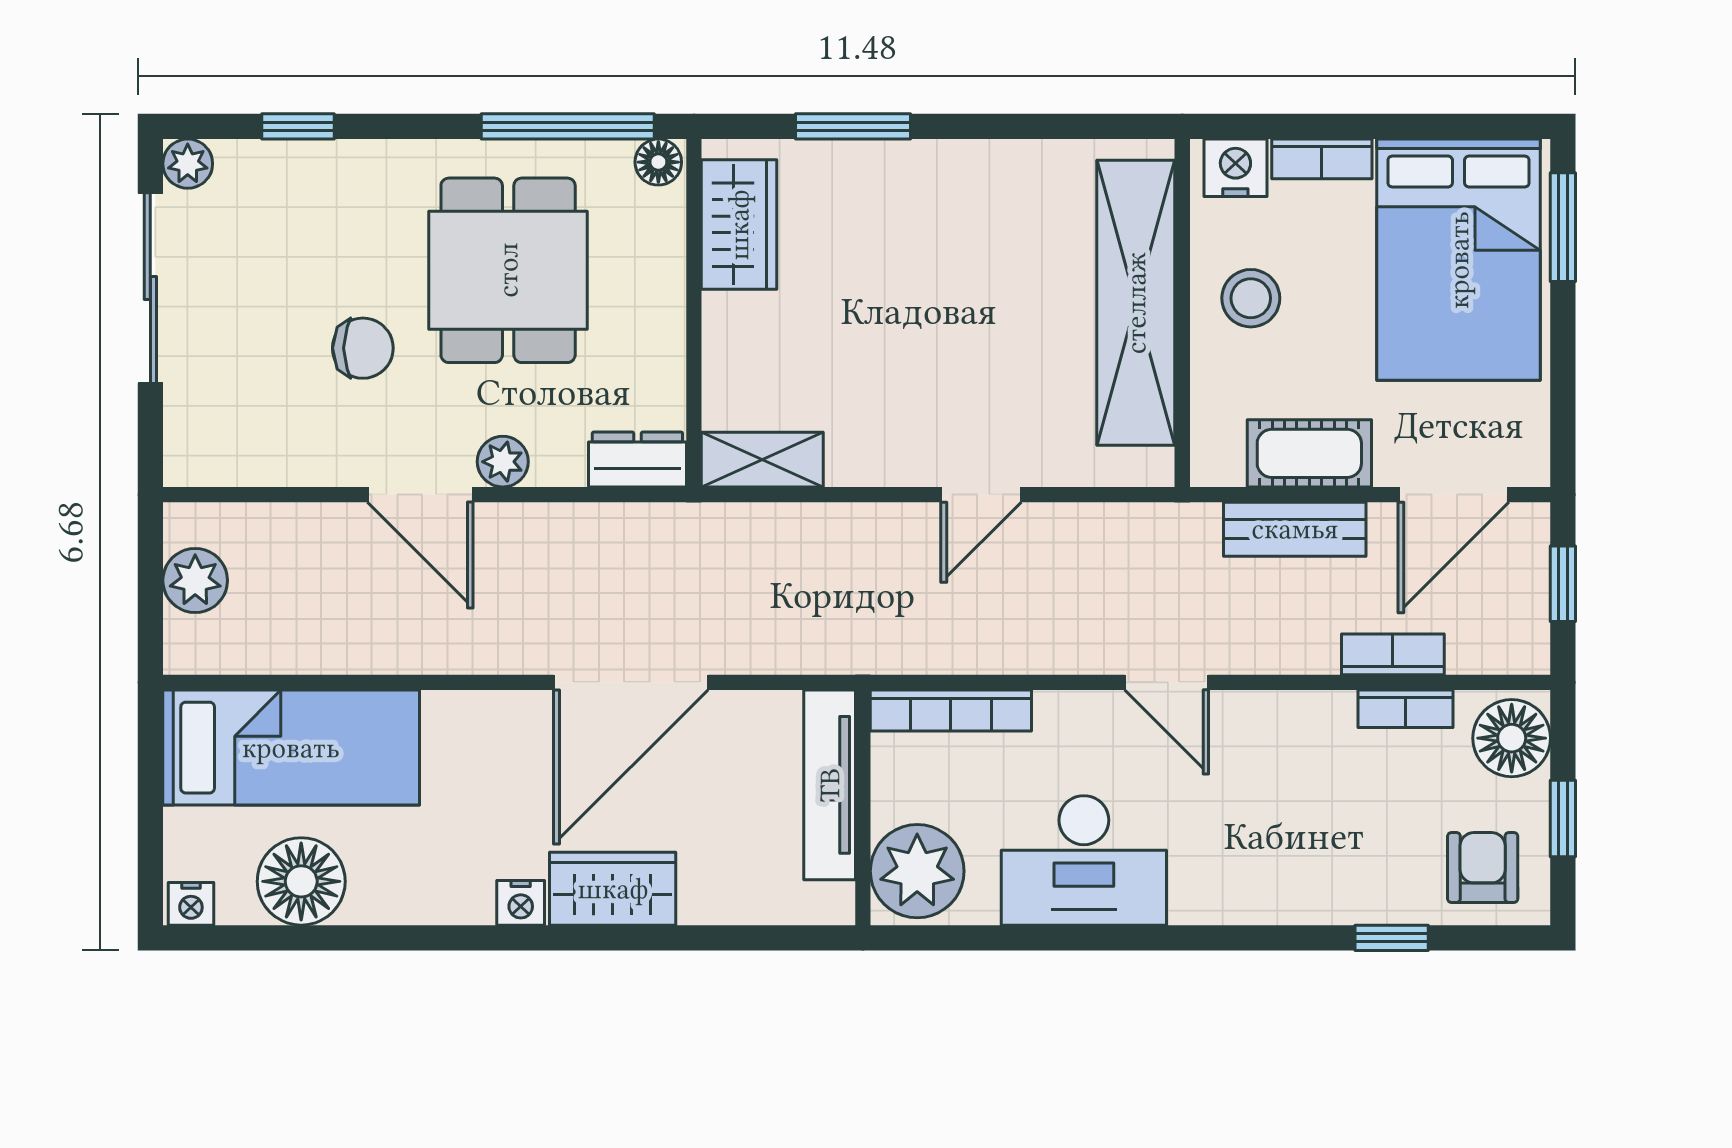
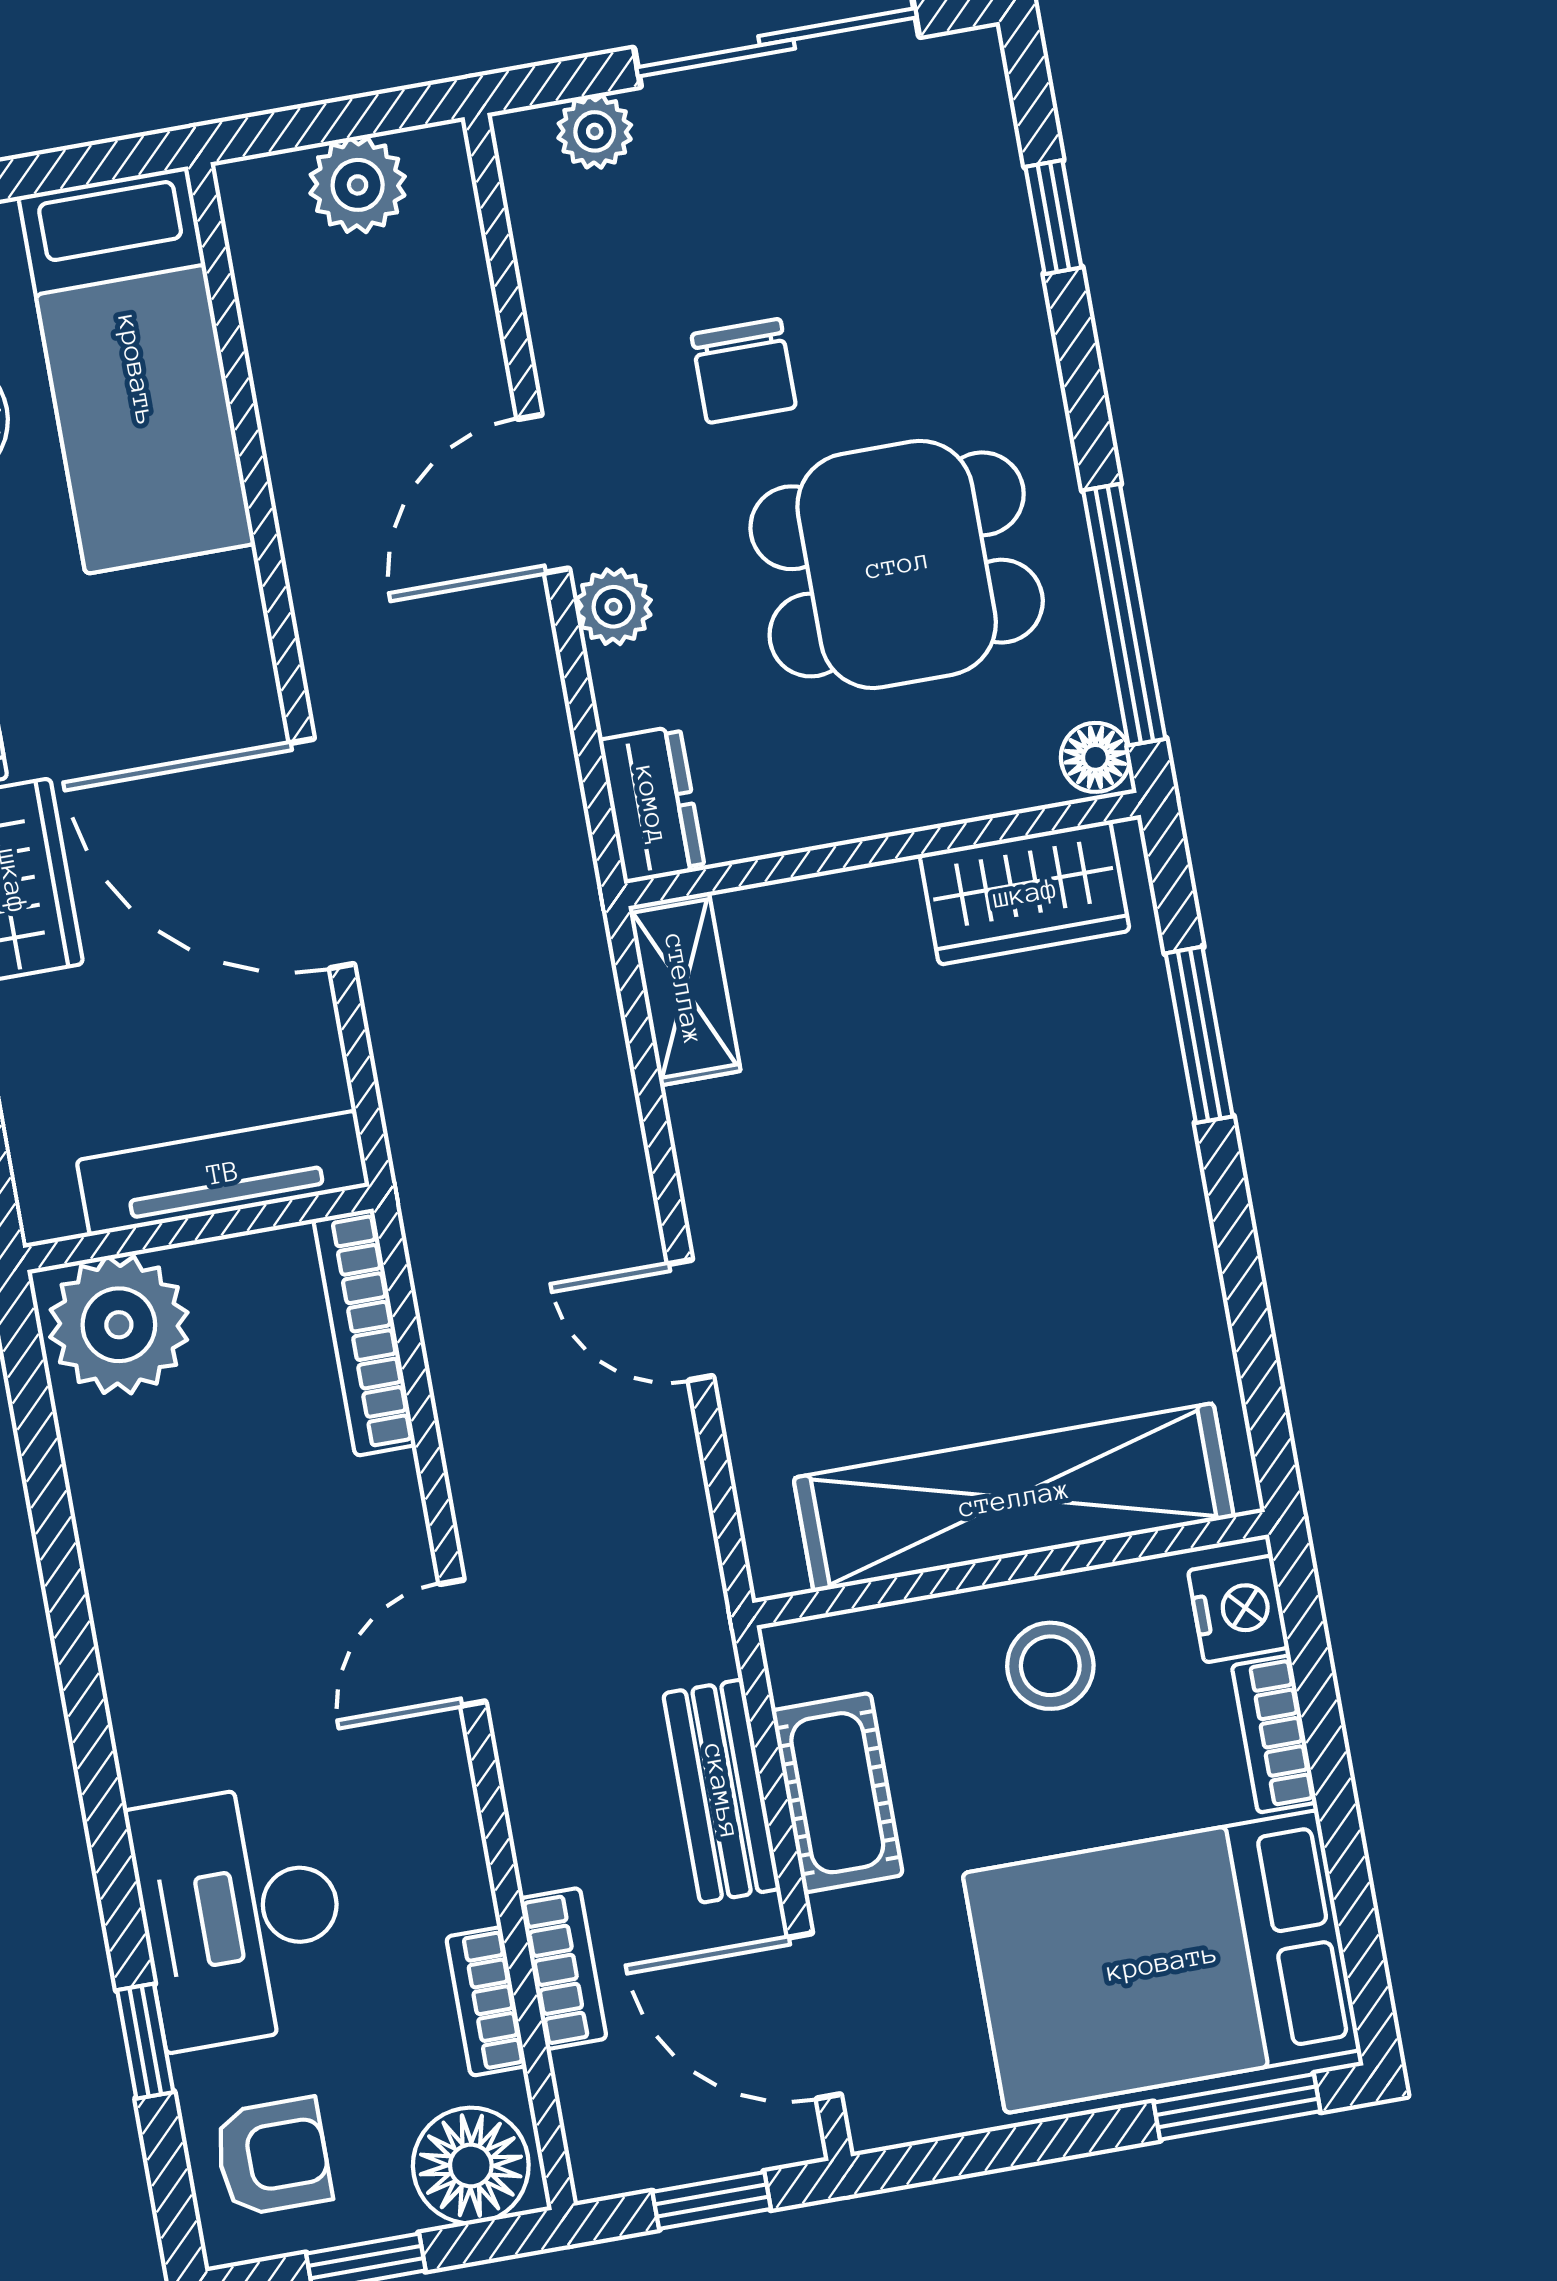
plant: (188, 164) -> (595, 131), moved
desk: (1084, 860) -> (240, 1915), moved

